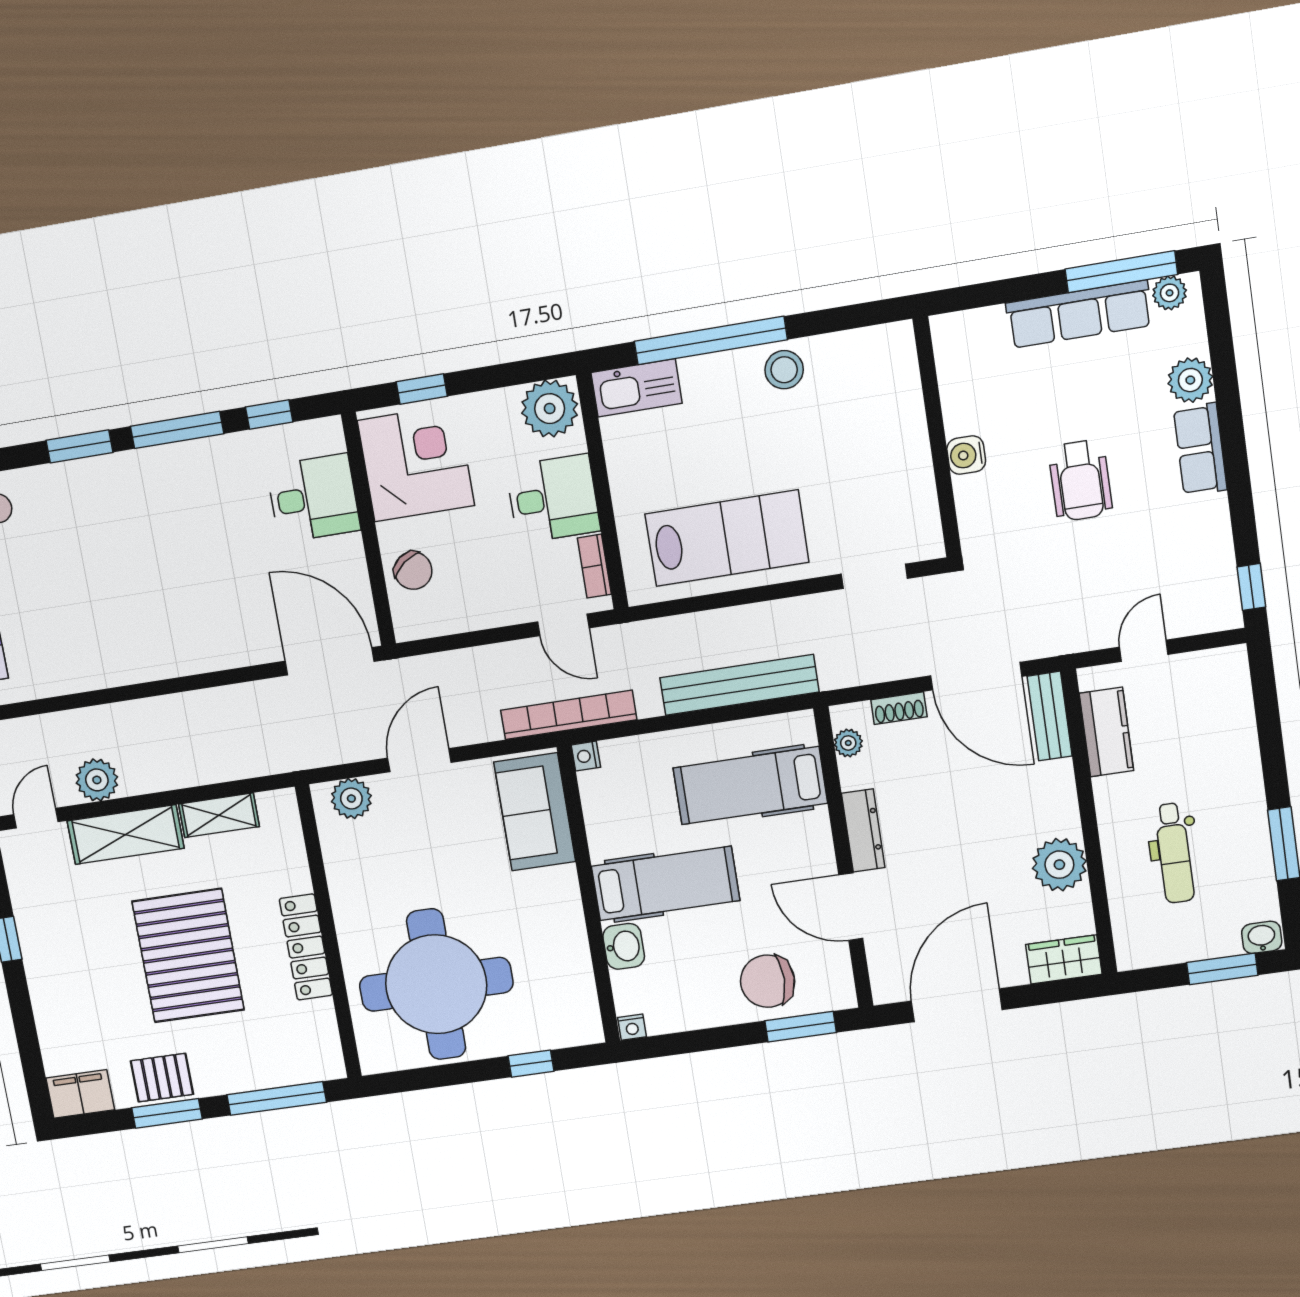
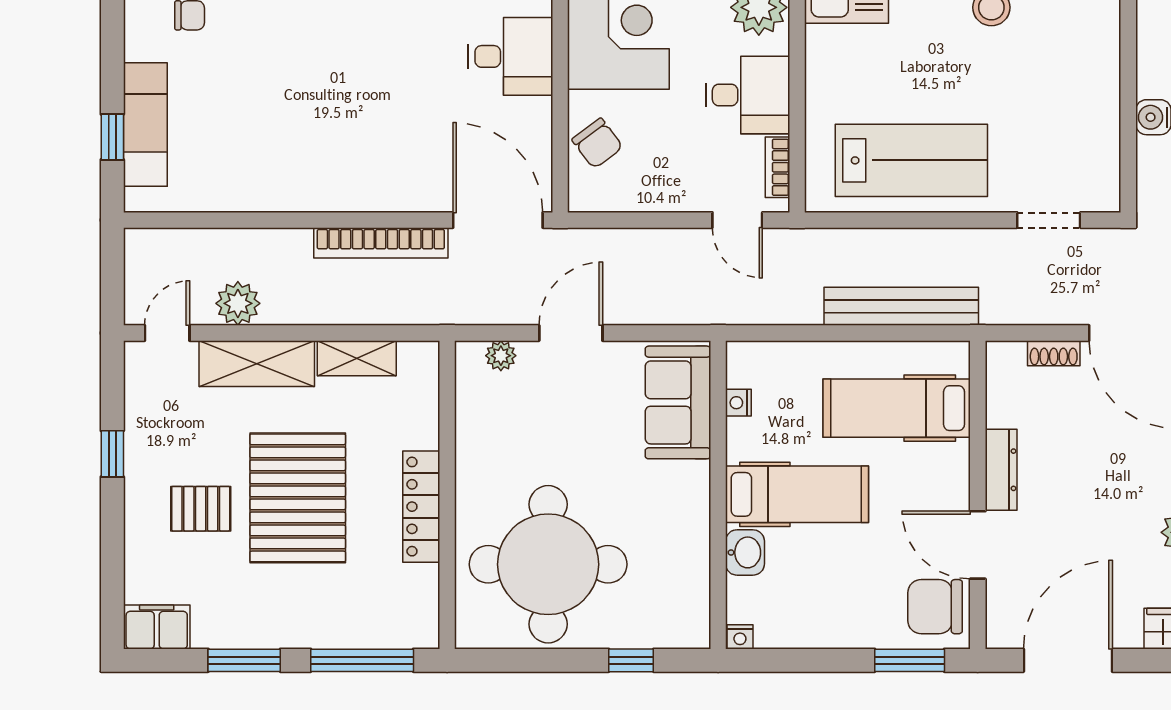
bookcase: (569, 715) -> (381, 243), moved, turned 180
plant: (848, 743) -> (999, 380), removed
nightstand: (586, 756) -> (738, 403), moved
plant: (351, 799) -> (501, 356), width x0.73, depth x0.73
chair: (768, 981) -> (935, 607), moved
pallet: (162, 1078) -> (201, 509), moved

